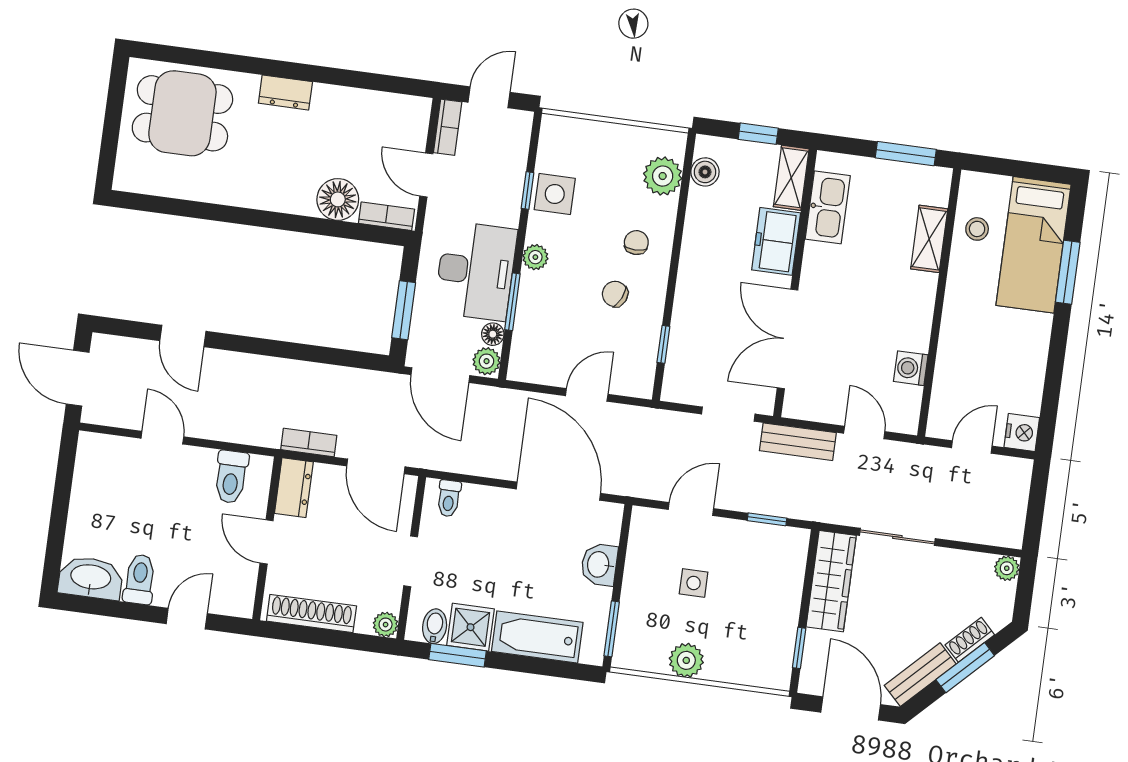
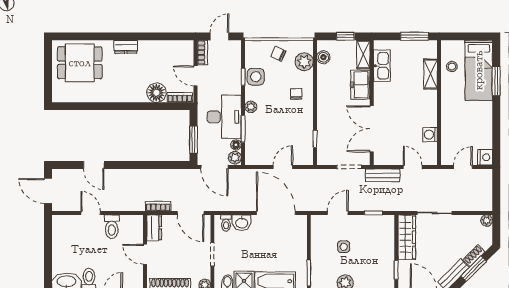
chair: (615, 294) -> (278, 54), moved
toilet: (231, 477) -> (112, 227), moved
washbasin: (599, 565) -> (242, 223), moved, turned -90

